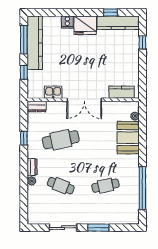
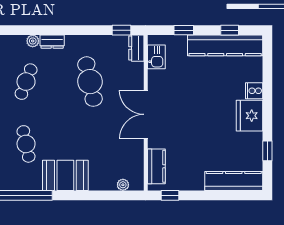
kitchen counter: (118, 23) -> (234, 181), moved, turned 90
window: (24, 40) -> (230, 30), width x0.46
window: (142, 42) -> (170, 195), moved
kitchen sink: (53, 92) -> (156, 57), moved
window: (24, 138) -> (121, 30), moved
booth: (128, 138) -> (65, 175), moved

